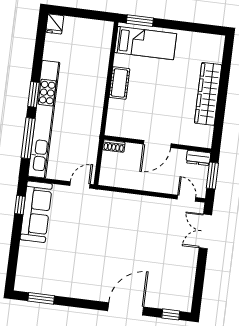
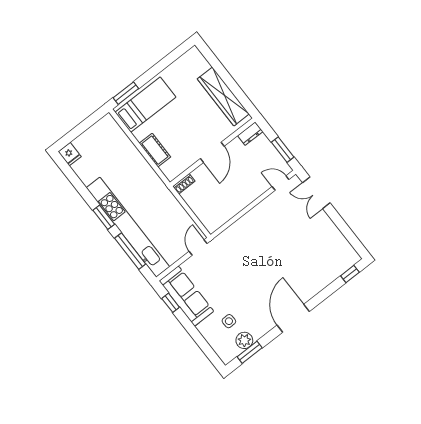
door: (157, 144) -> (212, 152), moved
wall: (158, 144) -> (213, 152), moved
shoe rack: (114, 146) -> (184, 184), moved
dresser: (198, 158) -> (250, 134), moved
side table: (49, 261) -> (229, 321), added
plant: (46, 286) -> (244, 340), added
door: (126, 309) -> (293, 318), moved

